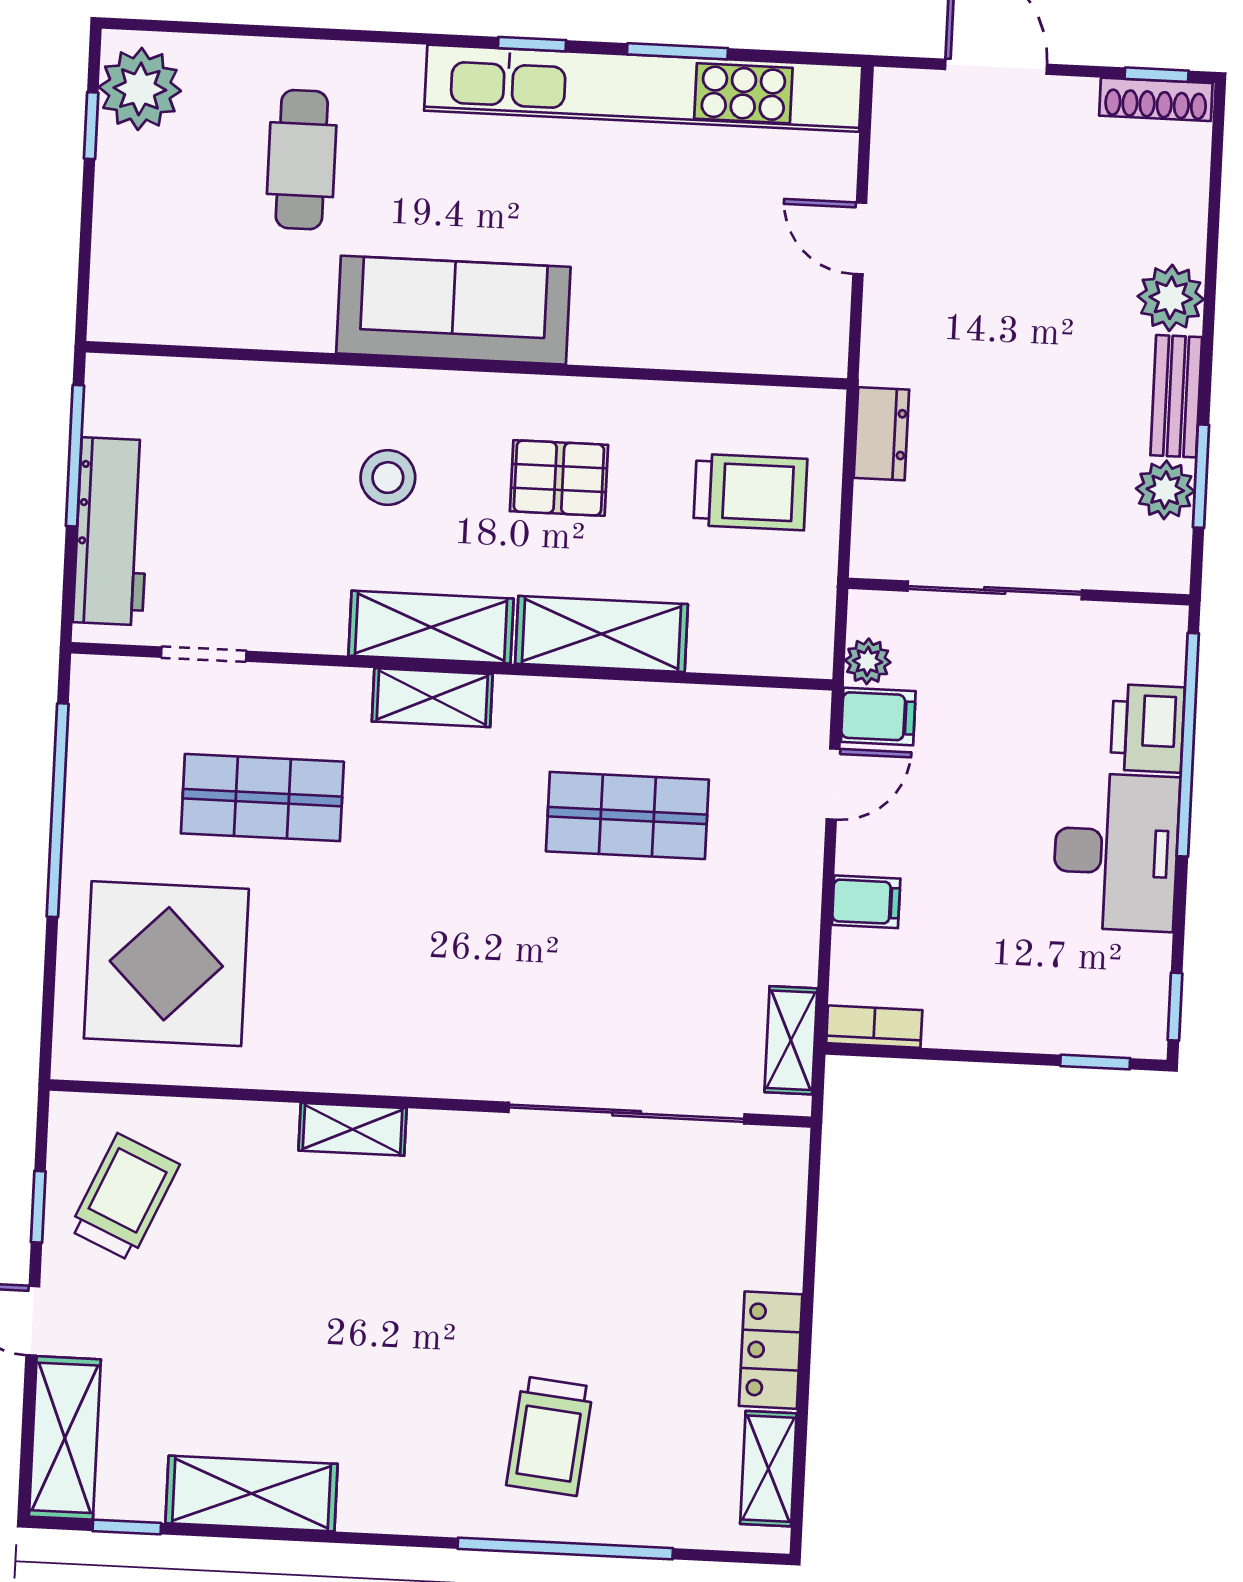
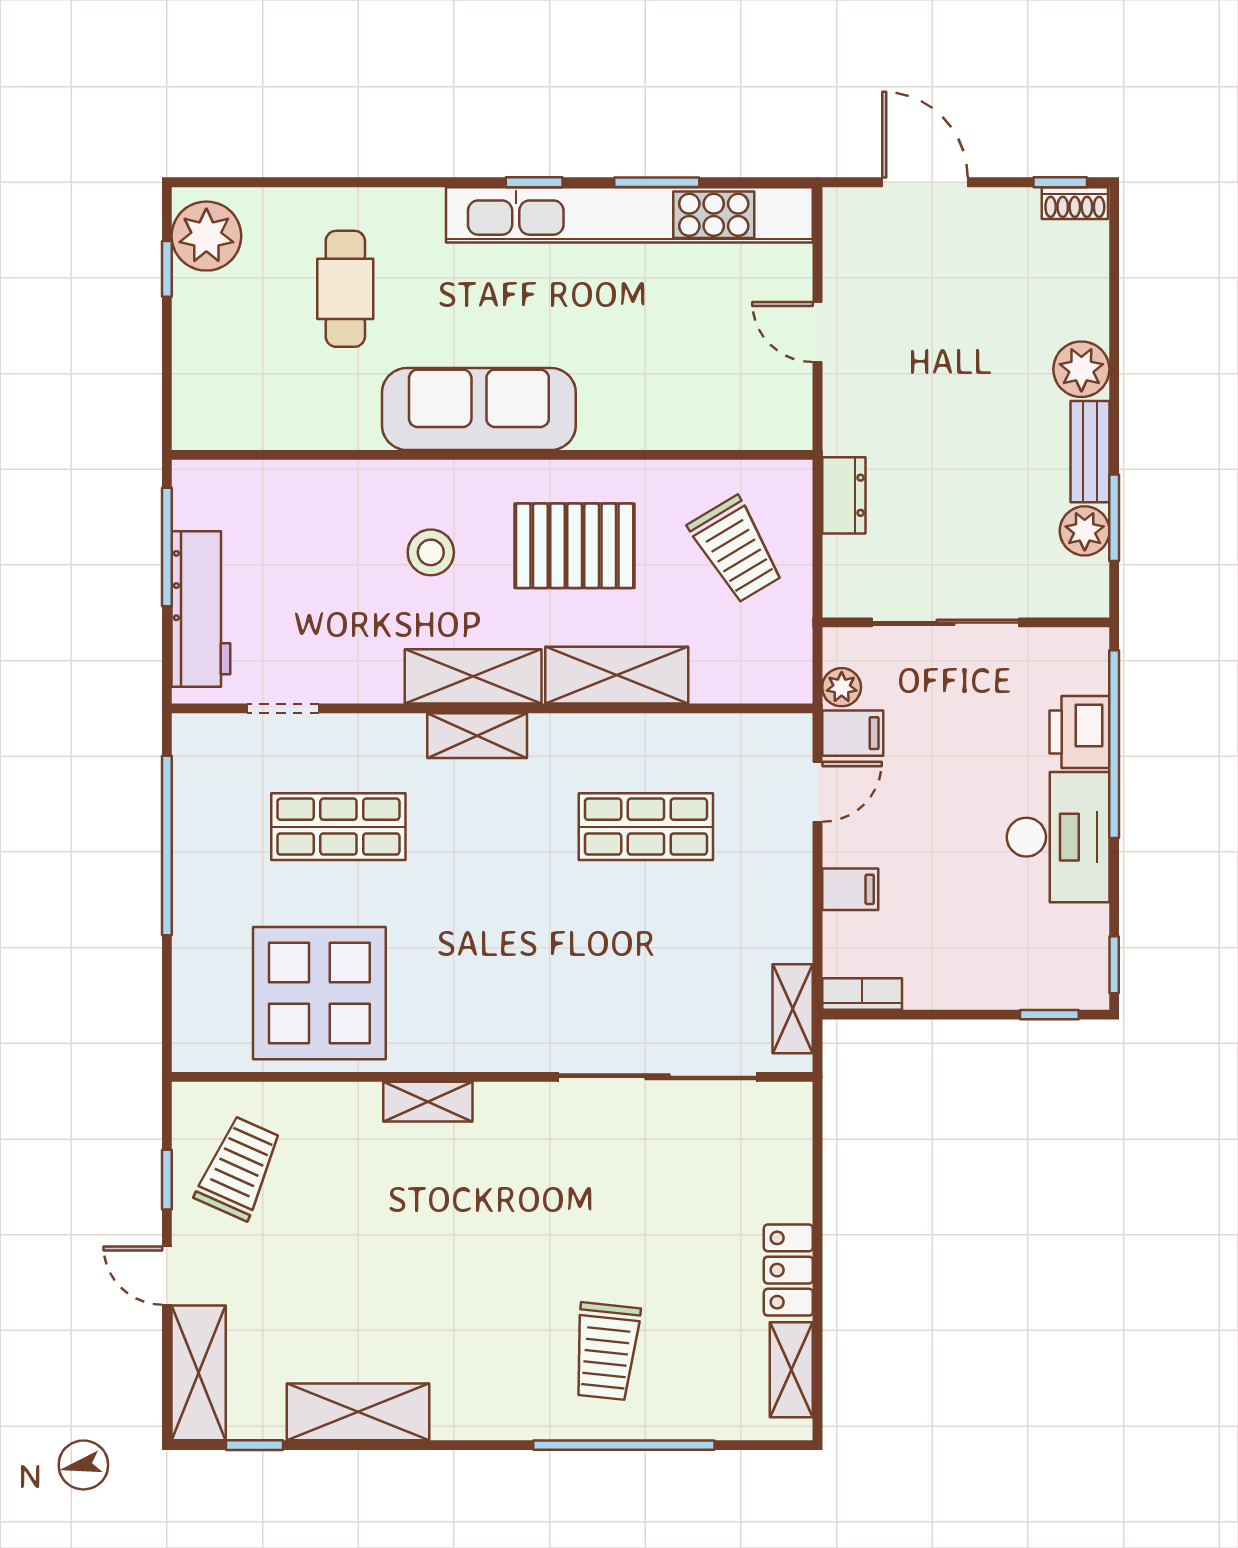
shoe rack: (1156, 99) -> (1075, 203), width x0.70
pallet: (559, 478) -> (575, 546), width x1.50, depth x1.42
trolley: (750, 492) -> (736, 550), turned 59
display table: (166, 964) -> (319, 993), moved

